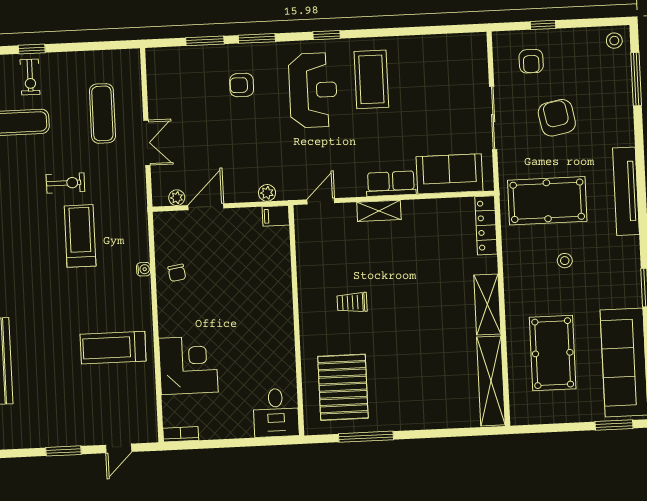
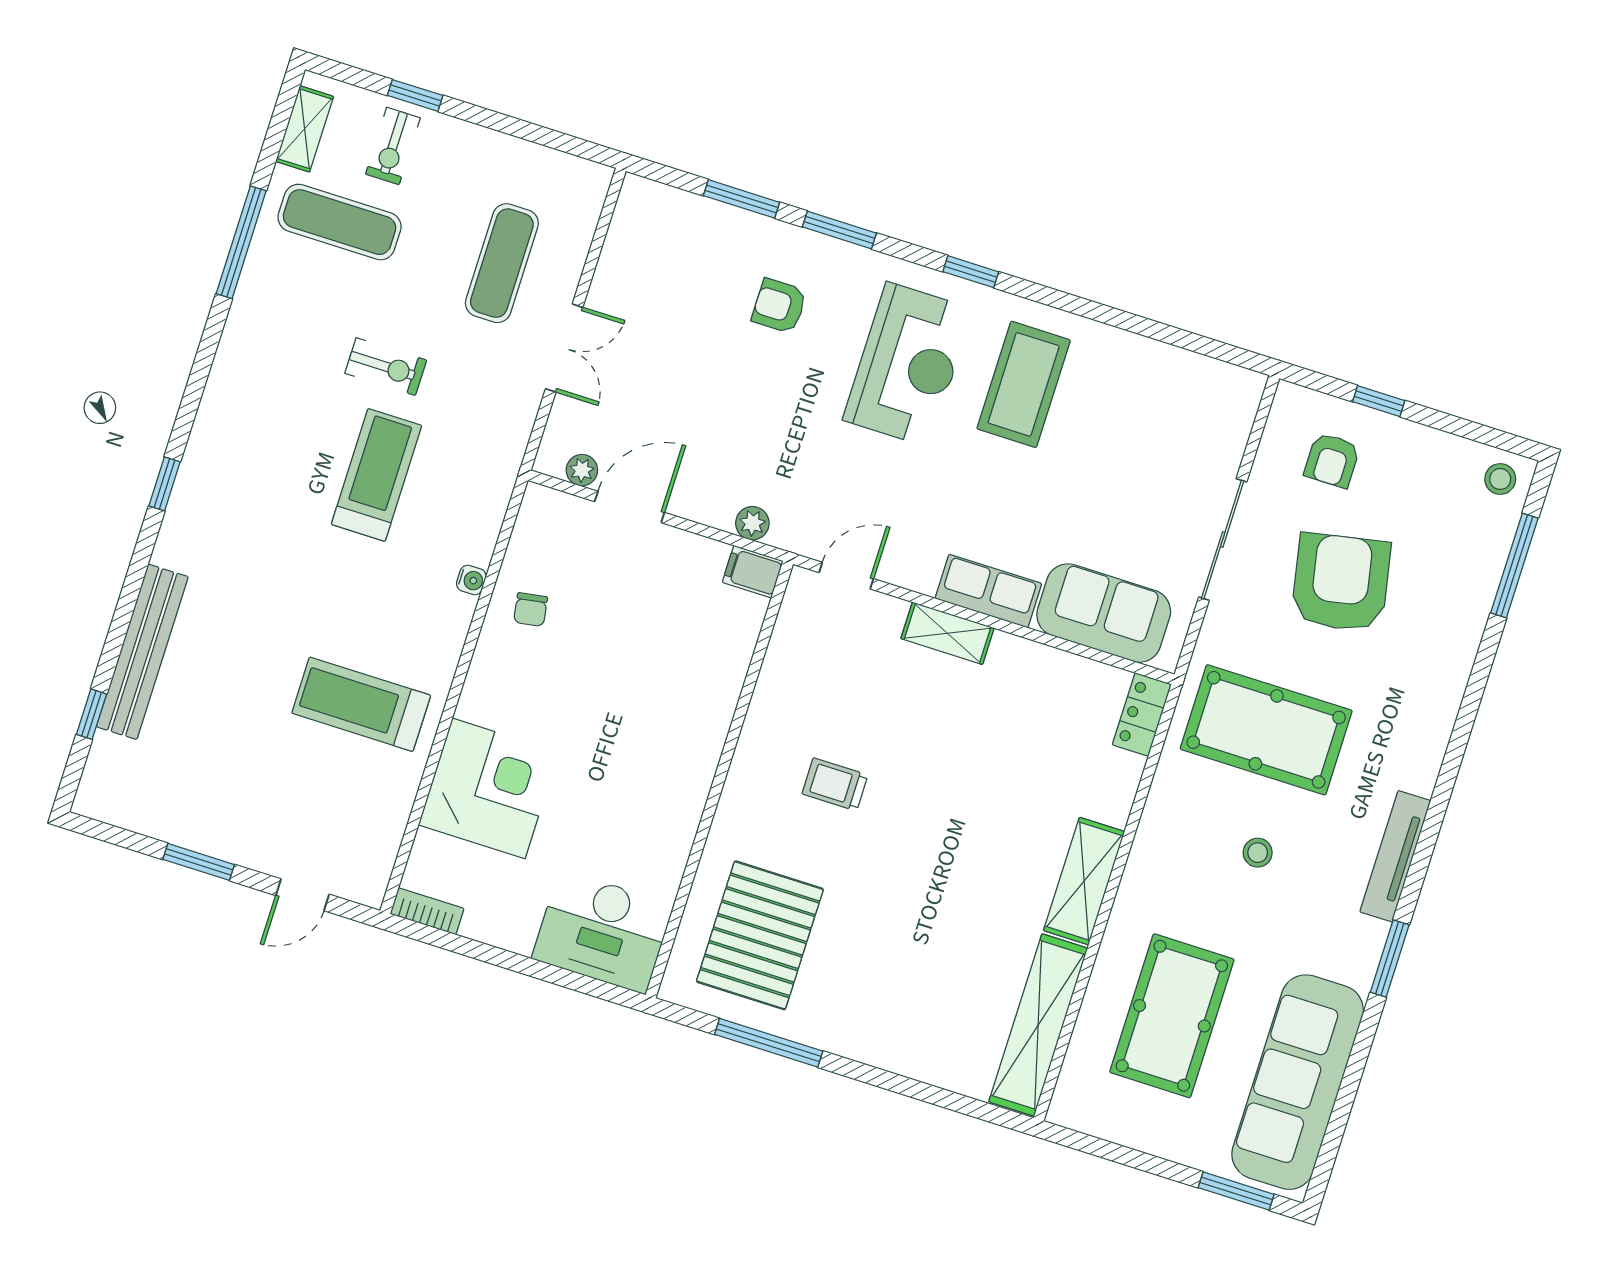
armchair: (557, 118) -> (1341, 583), width x1.36, depth x1.36
tv unit: (626, 191) -> (1395, 856), moved, width x0.73, depth x0.78
locker: (486, 225) -> (1142, 714), width x0.66
desk: (276, 413) -> (603, 932), width x1.37

